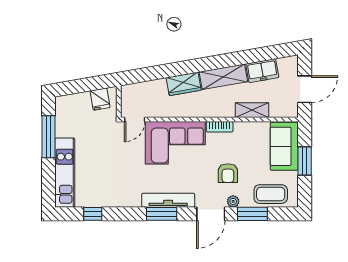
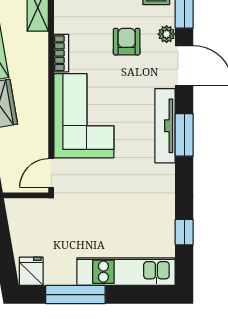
fridge: (100, 99) -> (31, 271), moved, turned -80
door: (135, 120) -> (51, 173), swing flipped
armchair: (228, 173) -> (127, 42), turned -90

